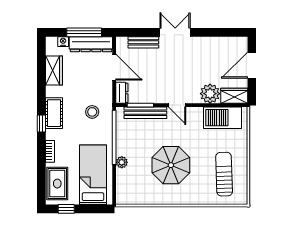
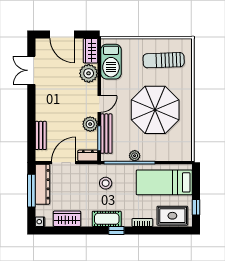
double door: (175, 32) -> (31, 70), moved
nightstand: (63, 42) -> (40, 222), moved
plant: (156, 95) -> (90, 124), added
plant: (122, 162) -> (135, 156), moved
parasol: (171, 165) -> (155, 110), width x1.36, depth x1.36

